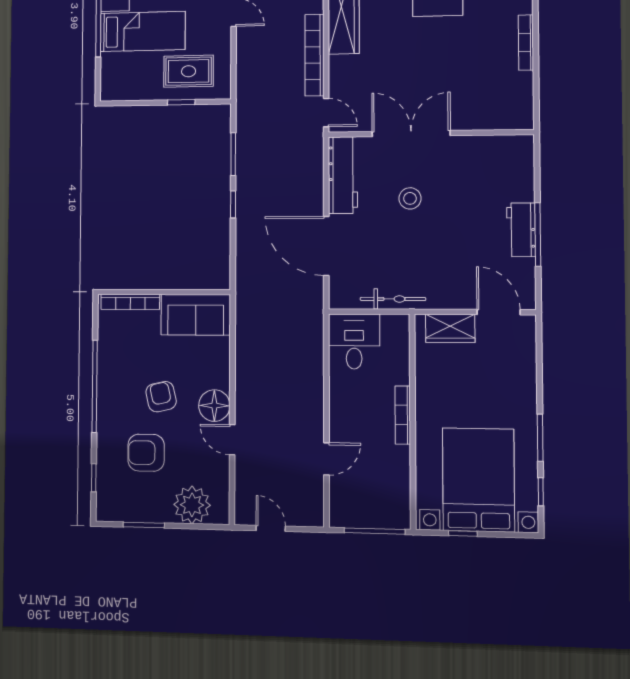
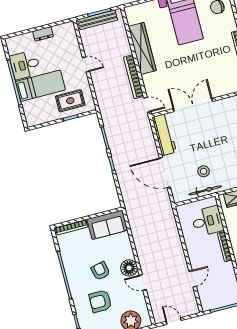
stool: (410, 198) -> (204, 171), moved
desk: (354, 341) -> (207, 221), moved, turned 90

